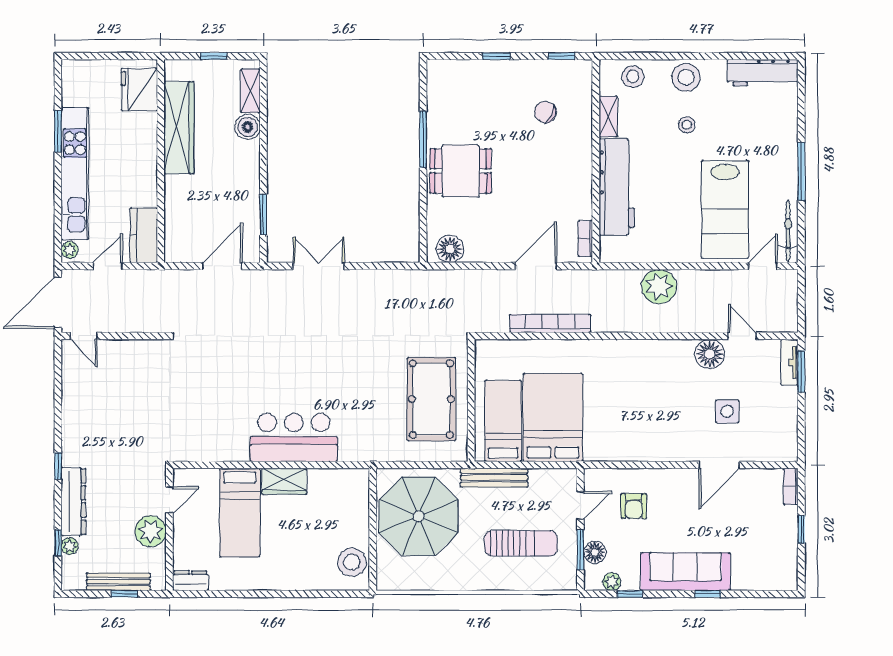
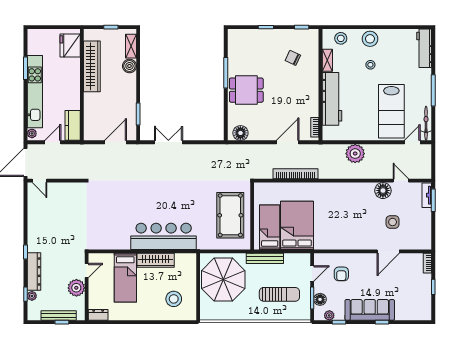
workbench: (763, 73) -> (424, 48), moved, turned 90
bar counter: (294, 437) -> (164, 236), width x1.36
wardrobe: (284, 481) -> (156, 260), width x1.50
stool: (352, 562) -> (174, 299), moved

